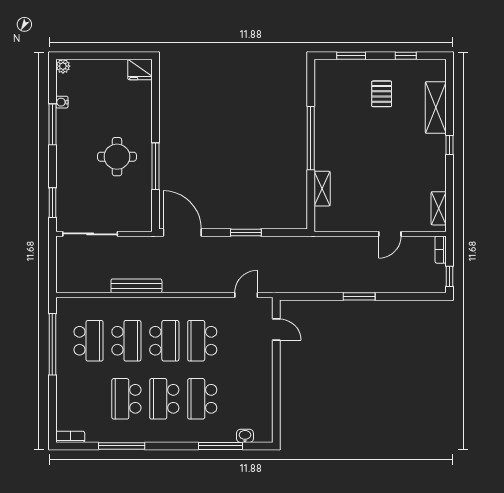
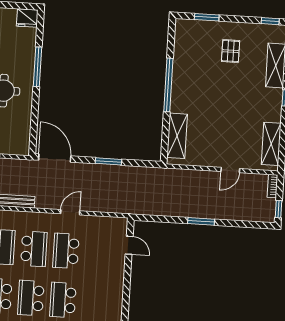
window: (406, 56) -> (270, 21), moved
window: (155, 166) -> (37, 67), moved
shelving: (322, 189) -> (177, 136), width x1.50, depth x1.33
shelving: (439, 208) -> (271, 144), width x1.50, depth x1.33
door: (246, 295) -> (70, 212), moved

